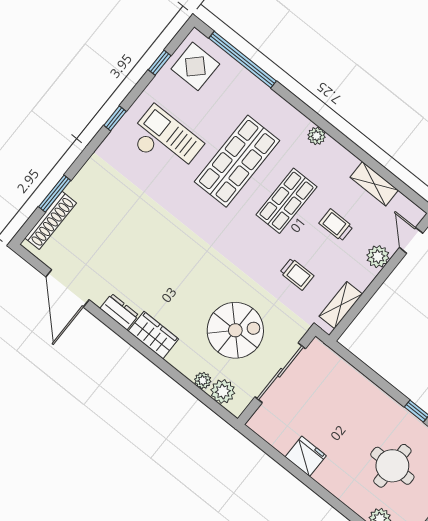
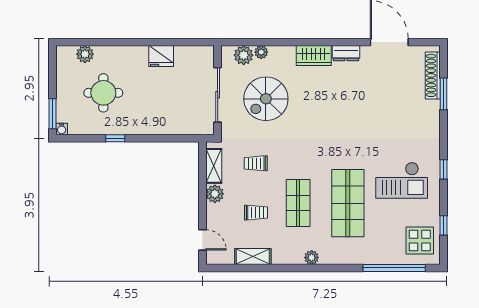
plant: (378, 257) -> (215, 194), moved

